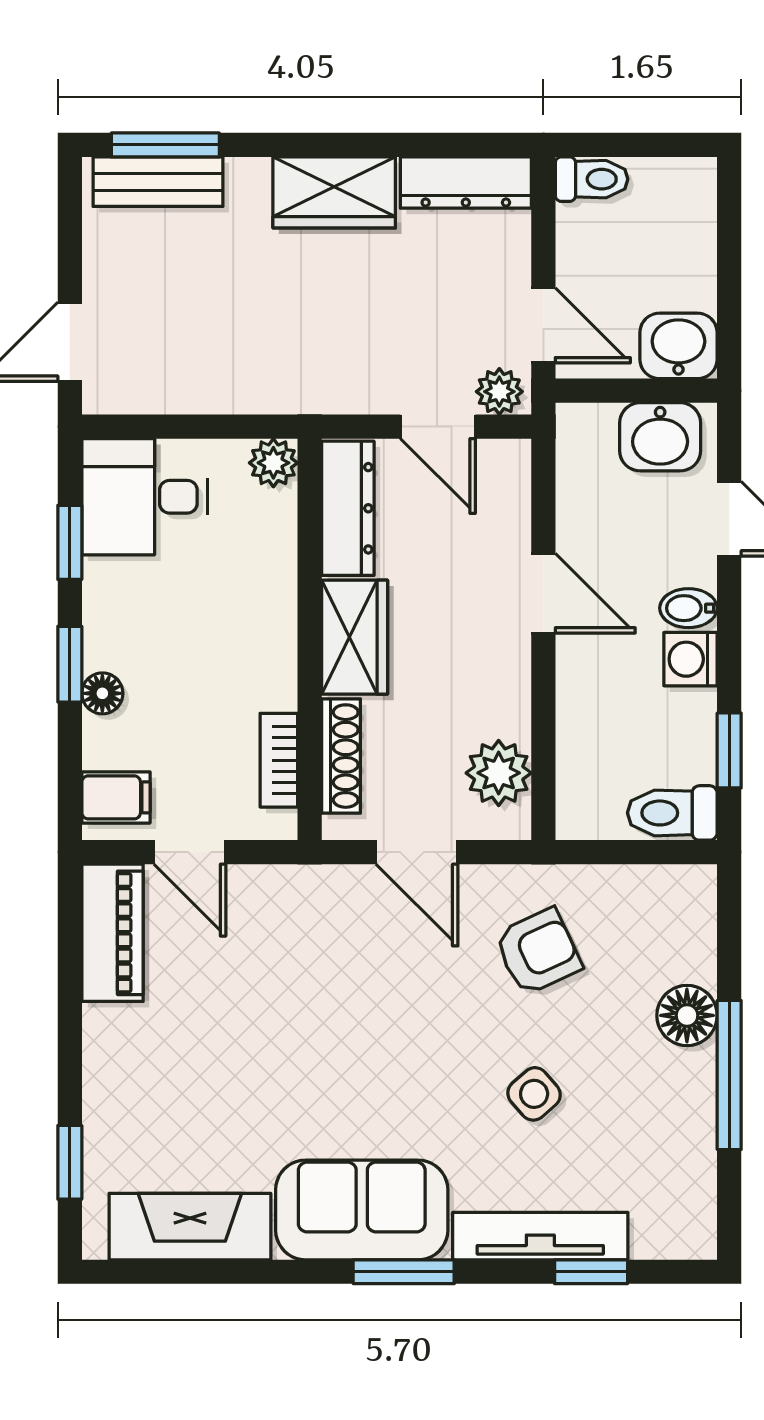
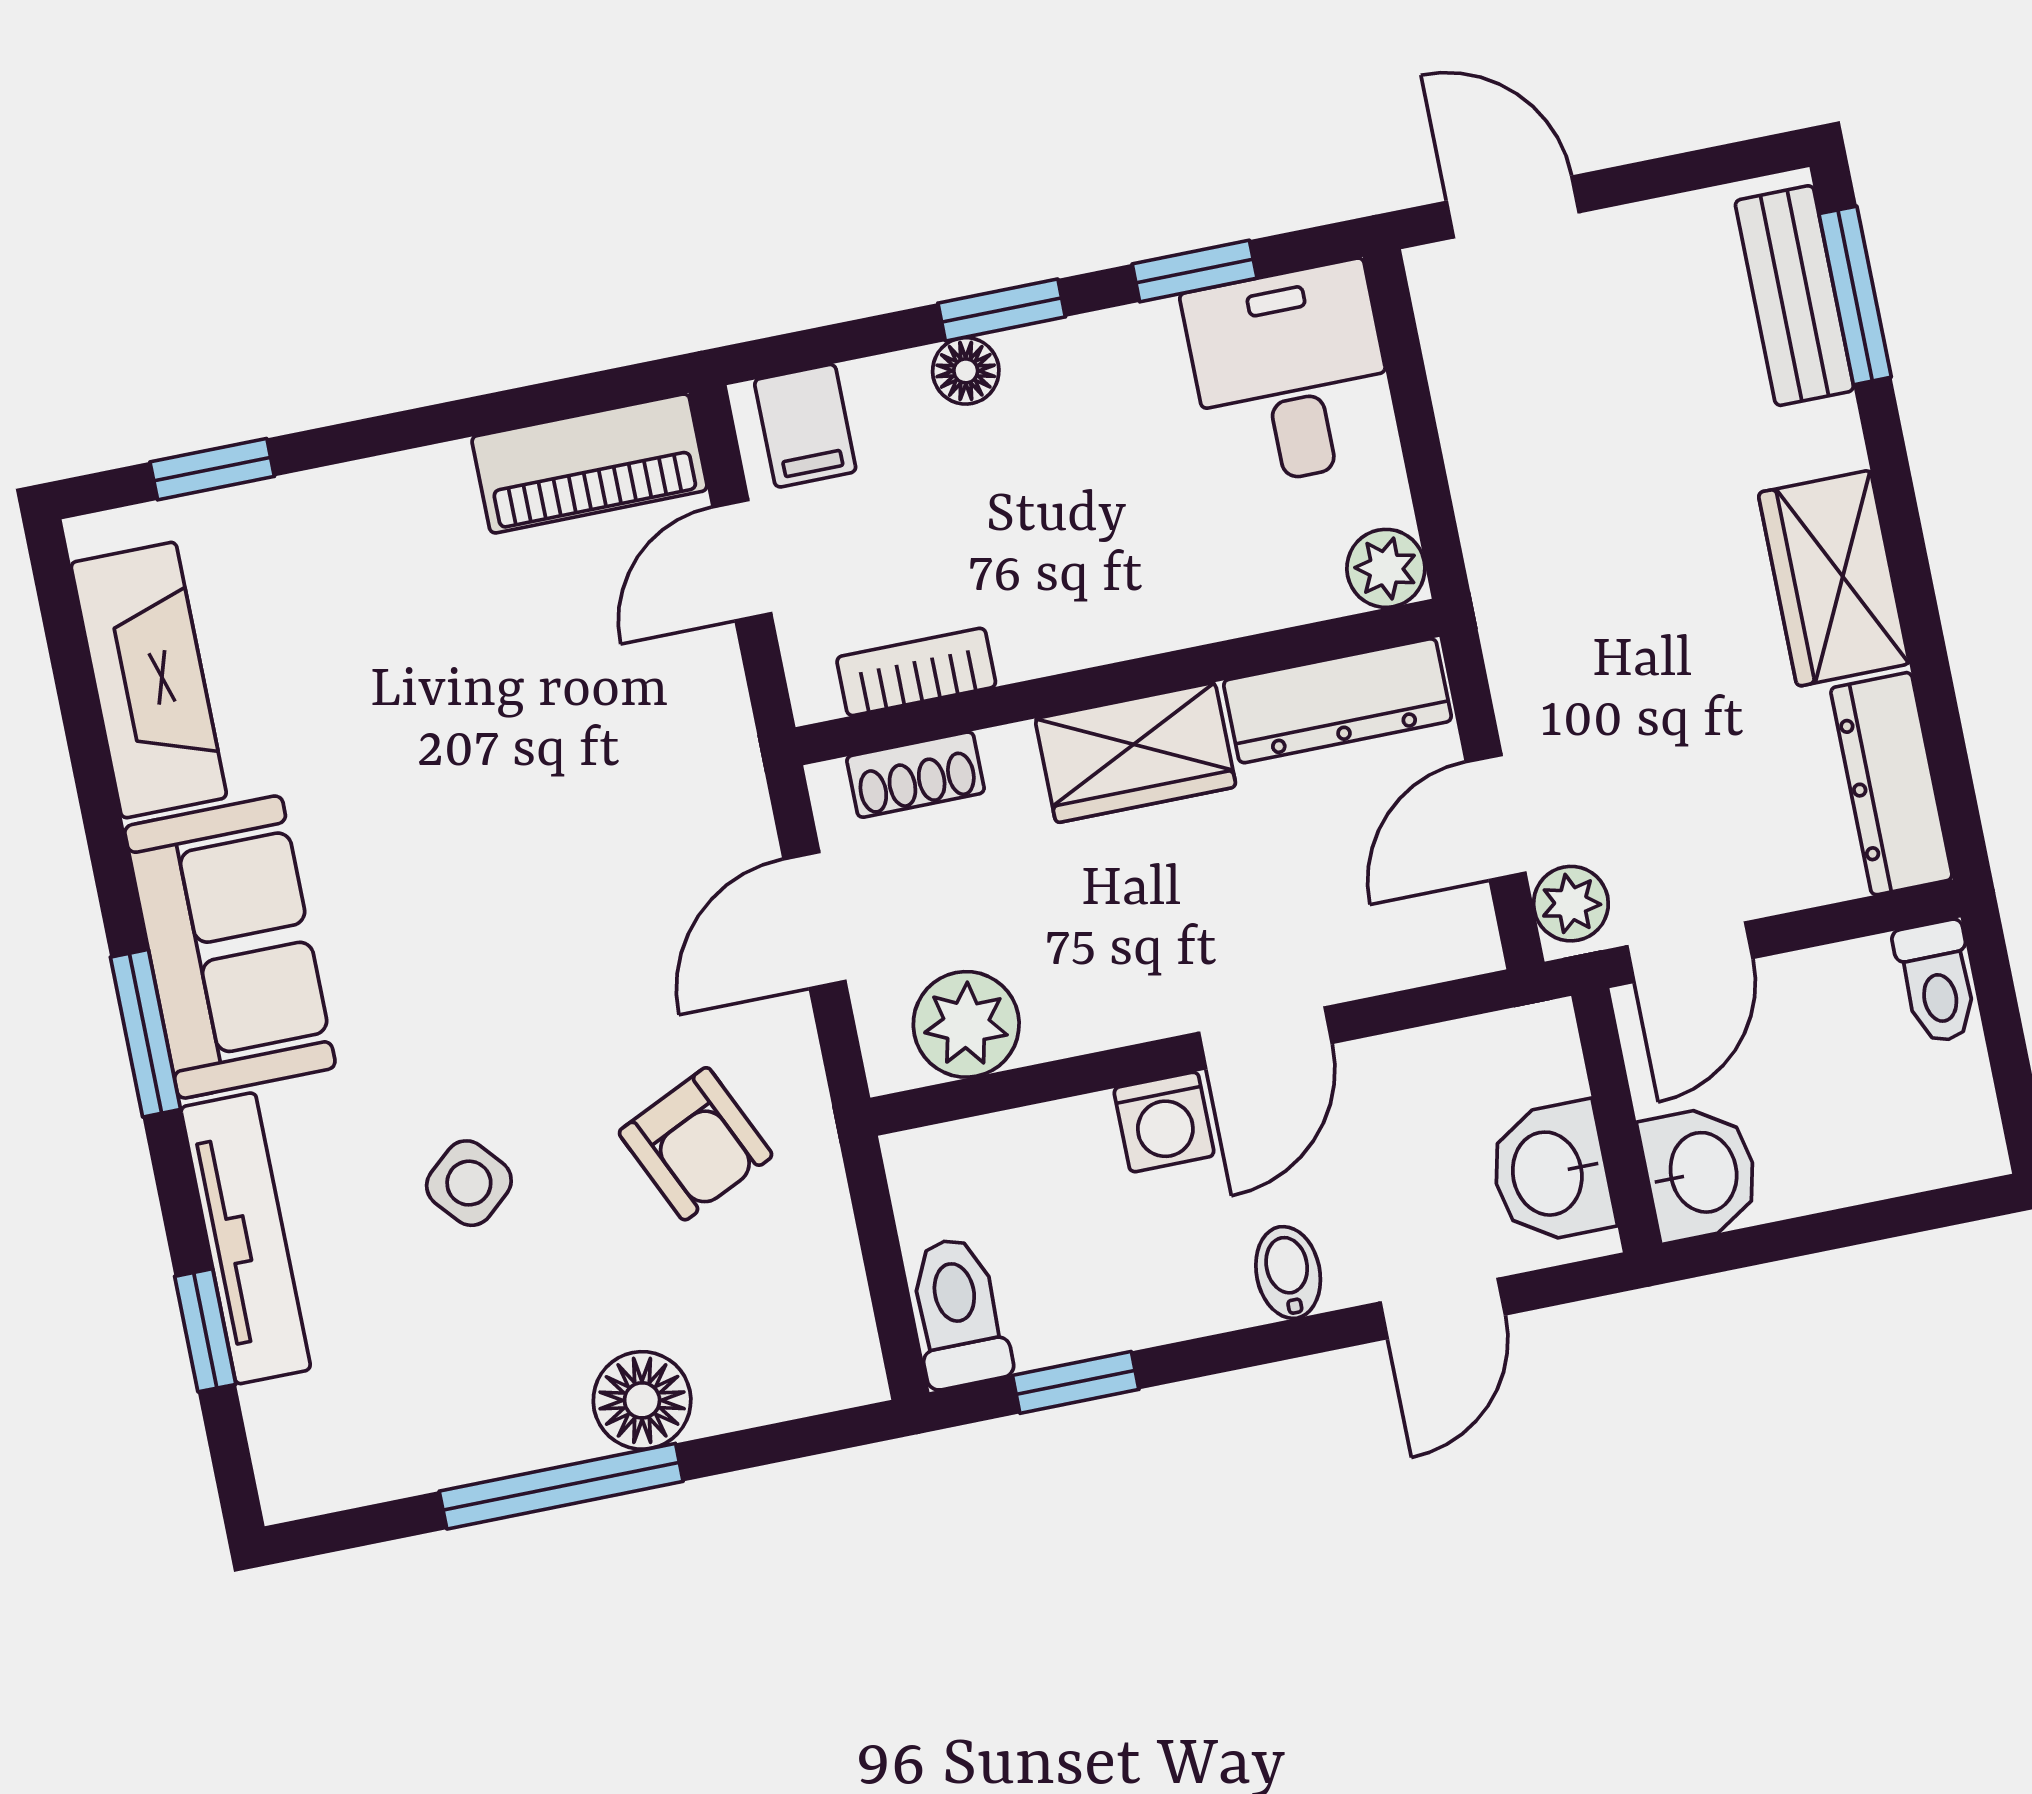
washing machine: (690, 659) -> (1164, 1122), moved, turned 180
shoe rack: (341, 756) -> (915, 775), width x0.70

